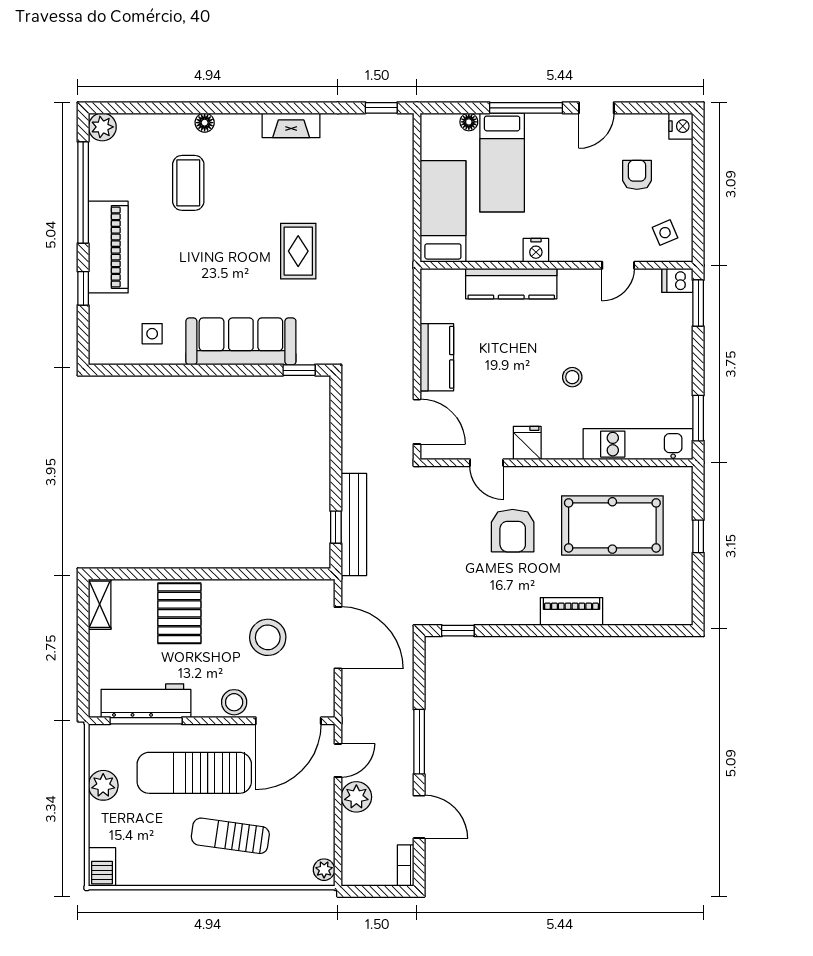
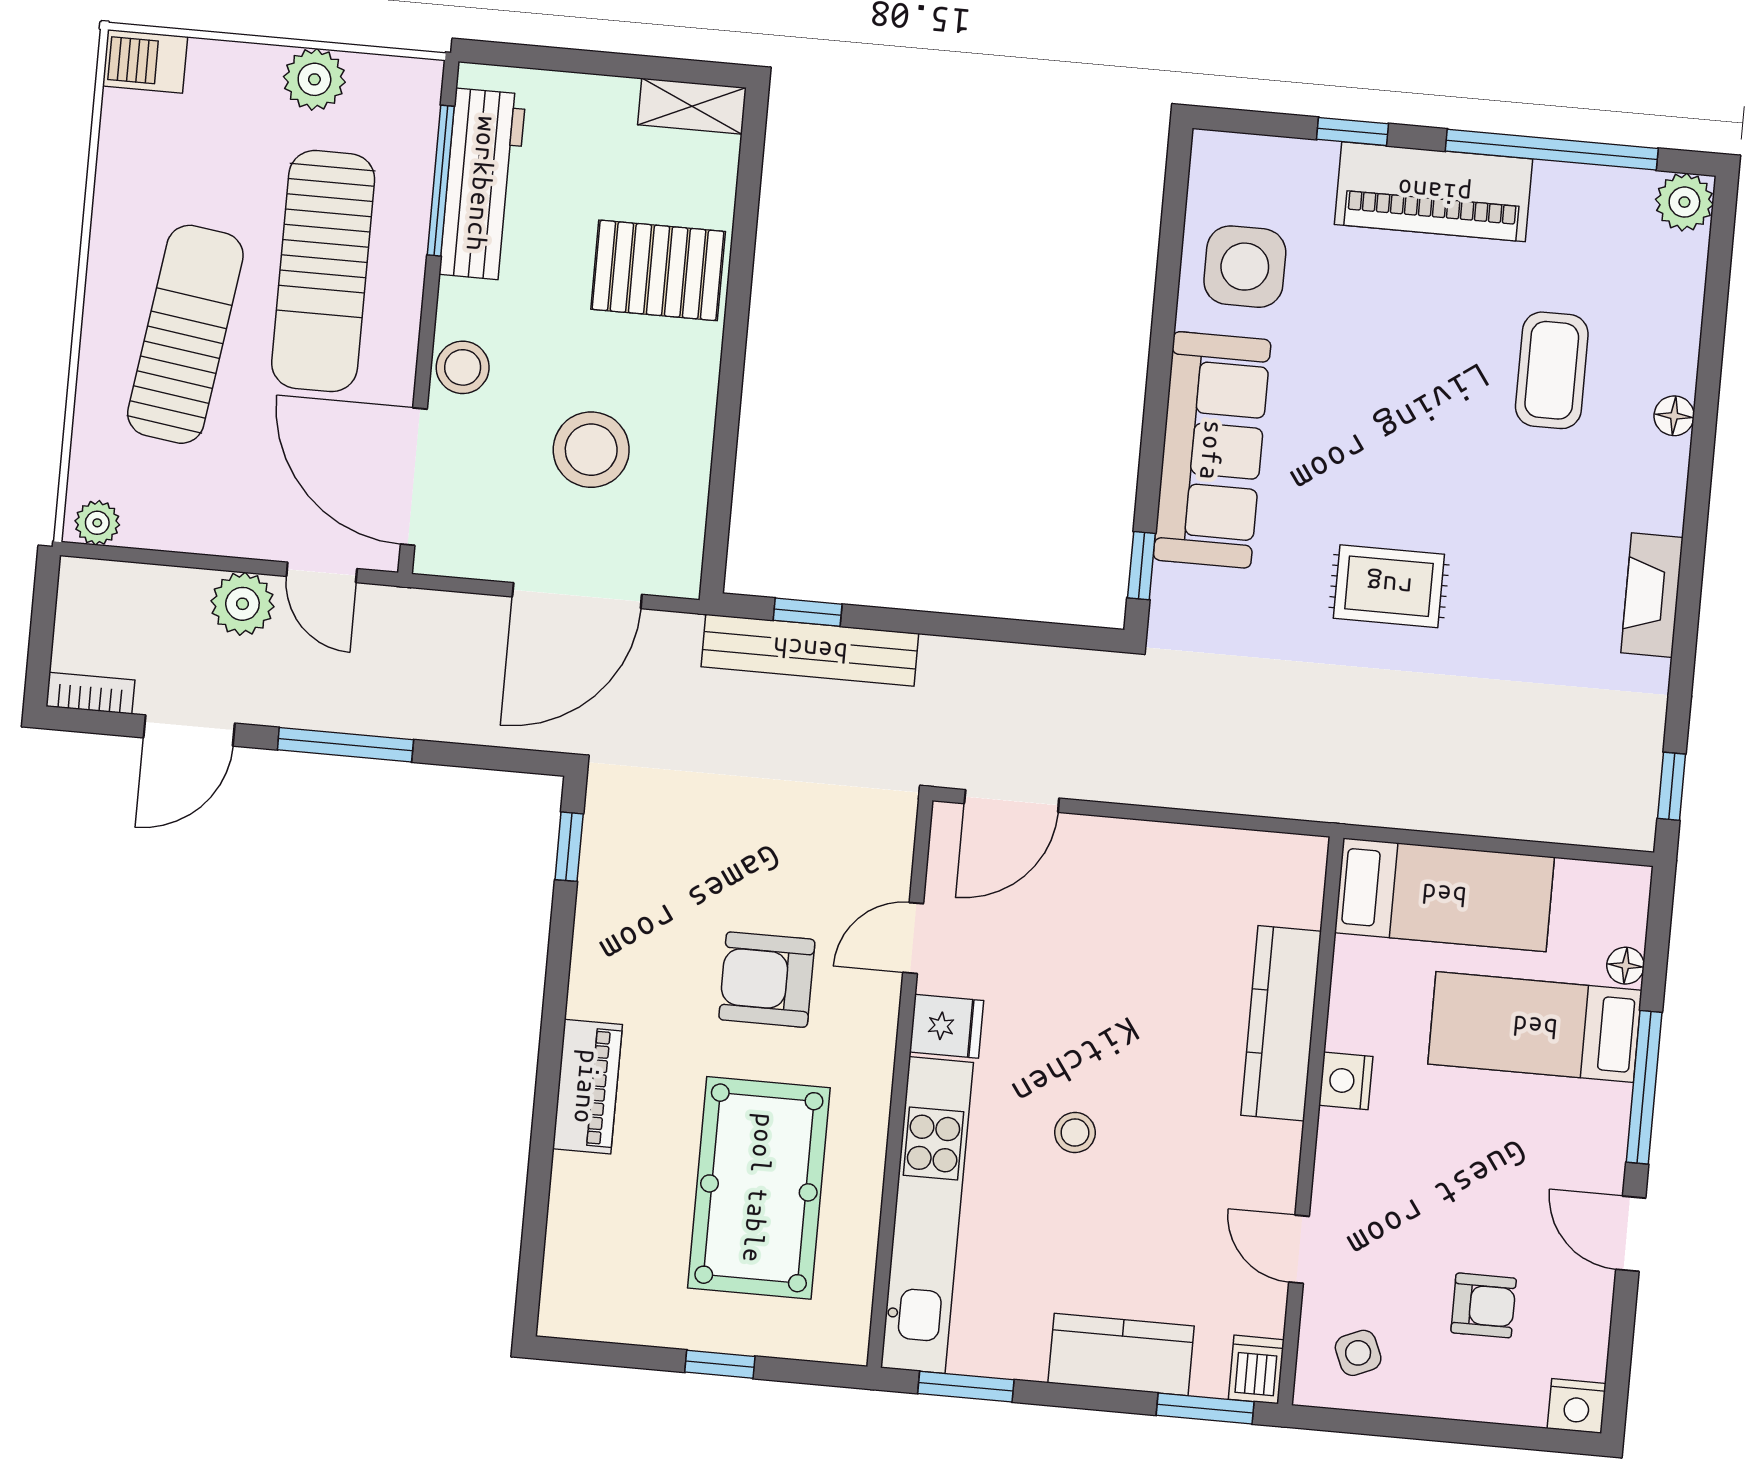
coffee table: (188, 183) -> (1552, 370), turned 90
side table: (152, 334) -> (1245, 267), width x1.87, depth x1.87
kitchen counter: (437, 357) -> (1121, 1354), moved, turned 180
kitchen unit: (638, 444) -> (927, 1215), width x1.36
sun lounger: (194, 773) -> (323, 271), turned 180
sun lounger: (230, 836) -> (185, 334), width x1.36, depth x1.34

